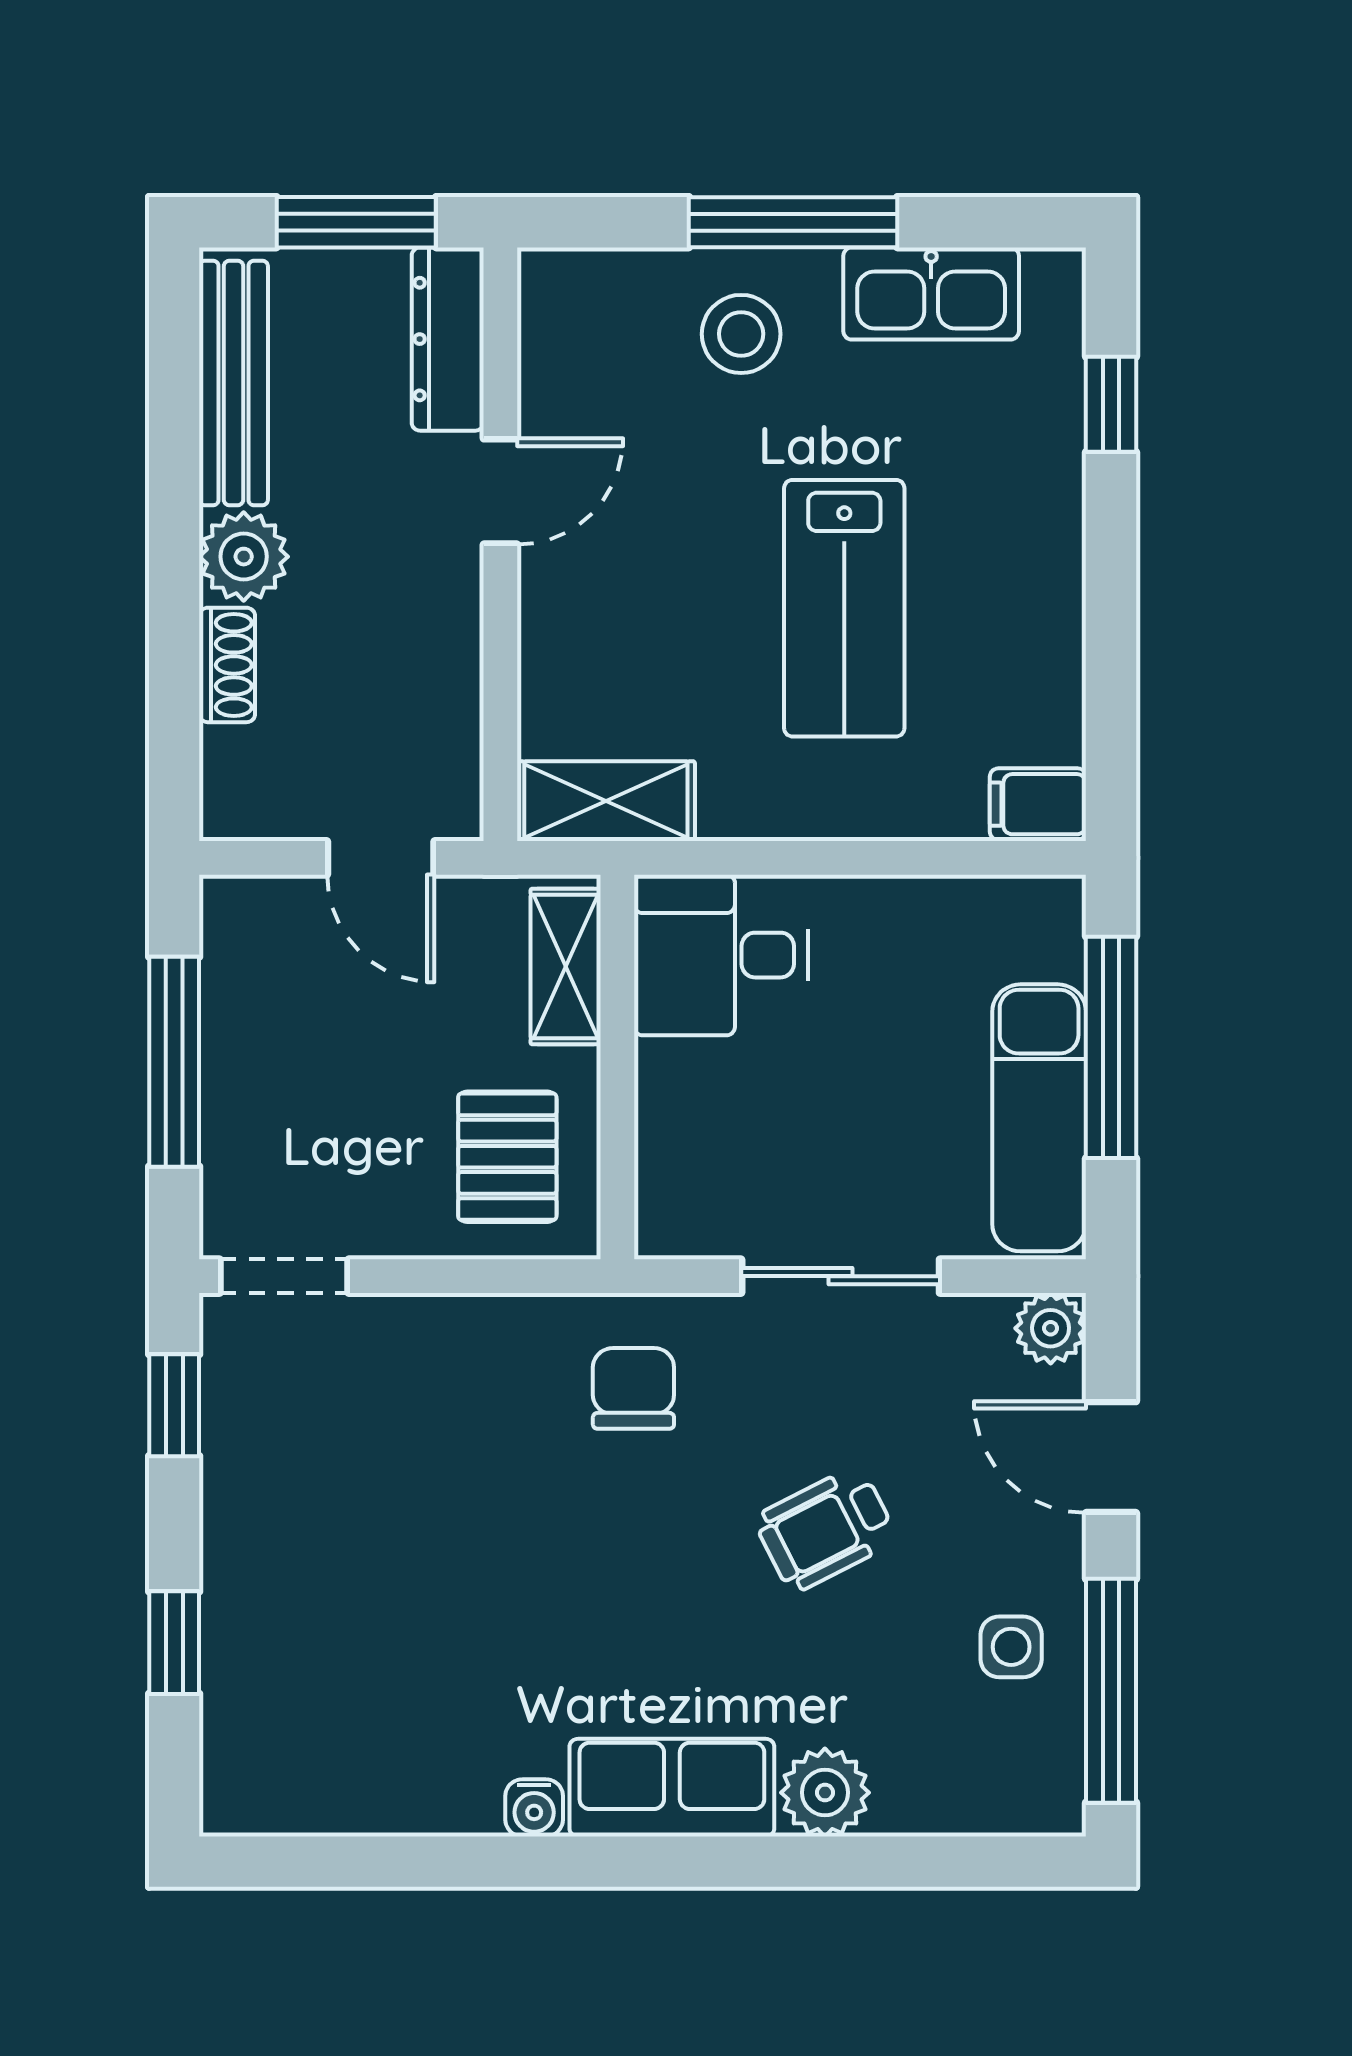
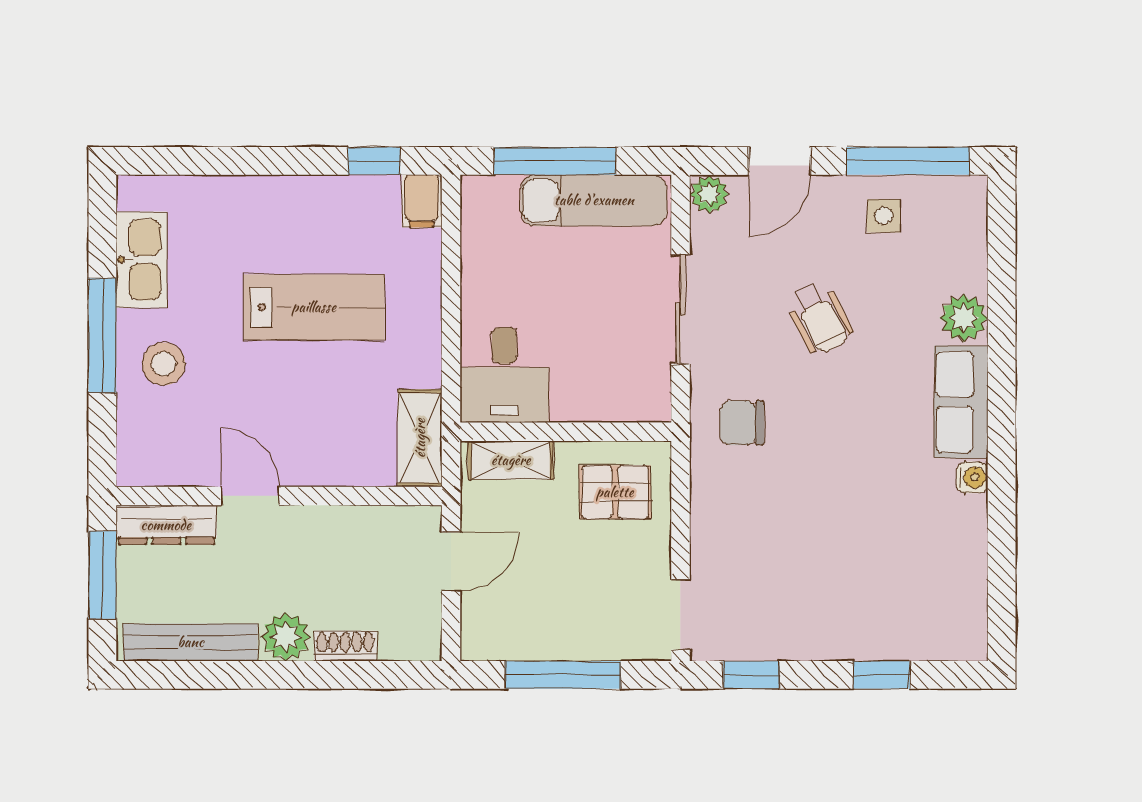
window: (1111, 404) -> (374, 161), moved

